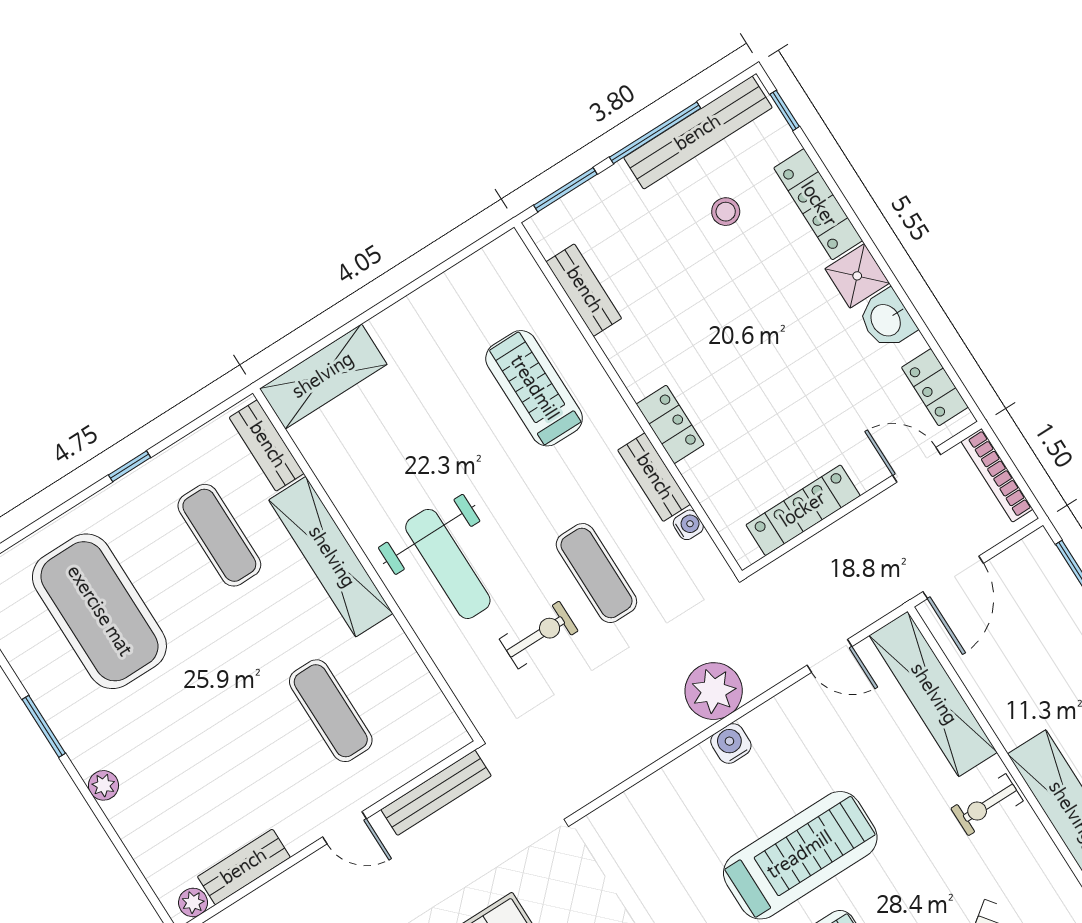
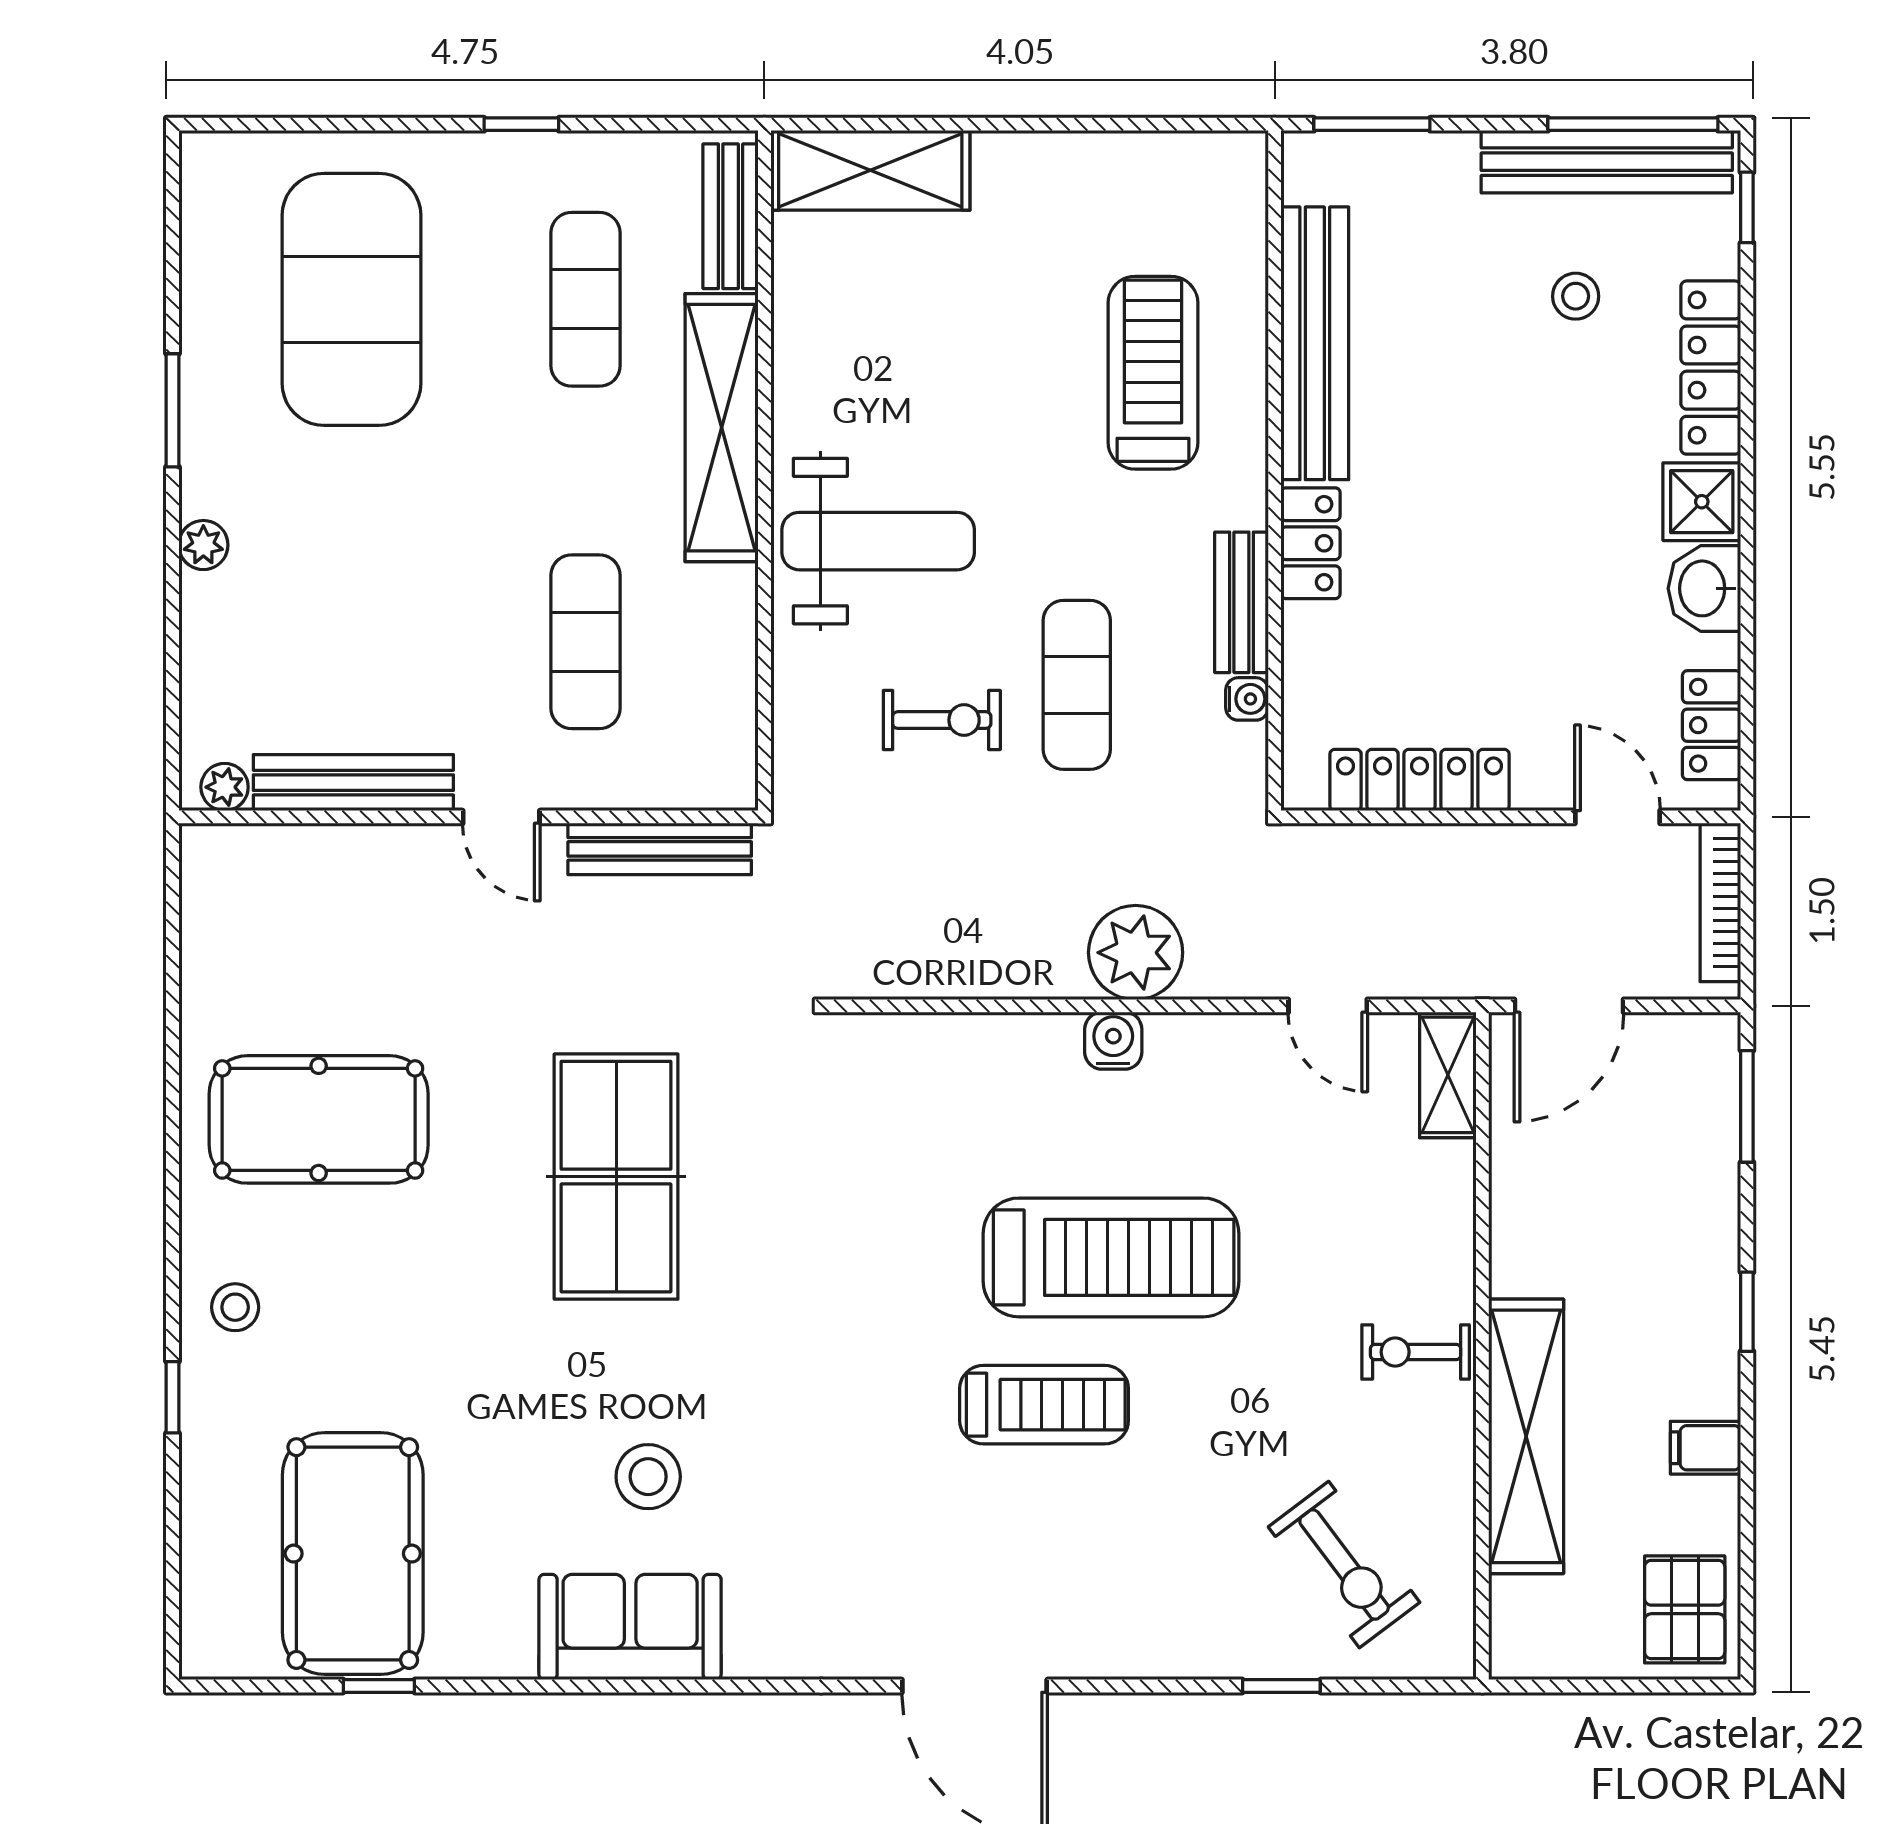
window: (655, 133) -> (1633, 124), moved
bench: (584, 290) -> (1315, 343), width x1.86, depth x1.21
weight bench: (448, 564) -> (878, 541), turned -90
shelving: (933, 694) -> (1448, 1075), width x0.45, depth x0.75
bench: (244, 867) -> (353, 783), width x1.36

